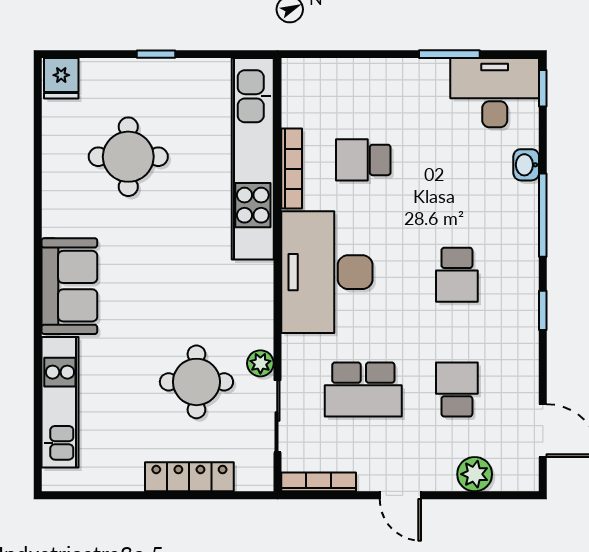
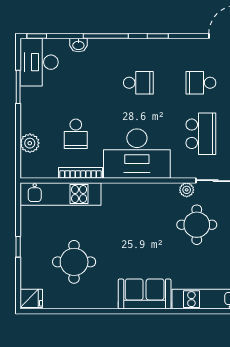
plant: (346, 76) -> (30, 143), added
kitchen unit: (253, 159) -> (60, 194), width x0.73

